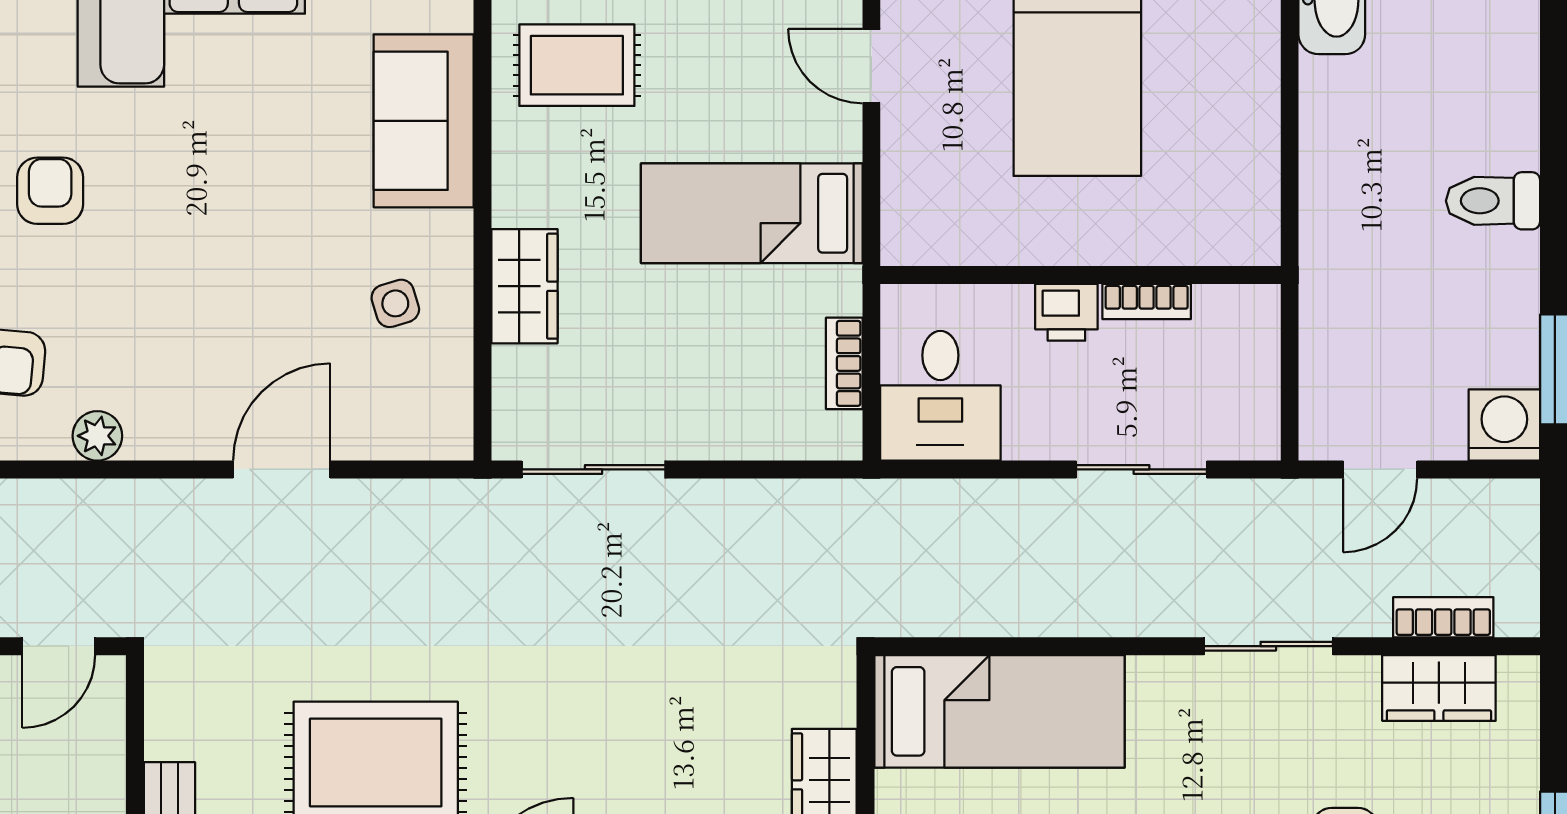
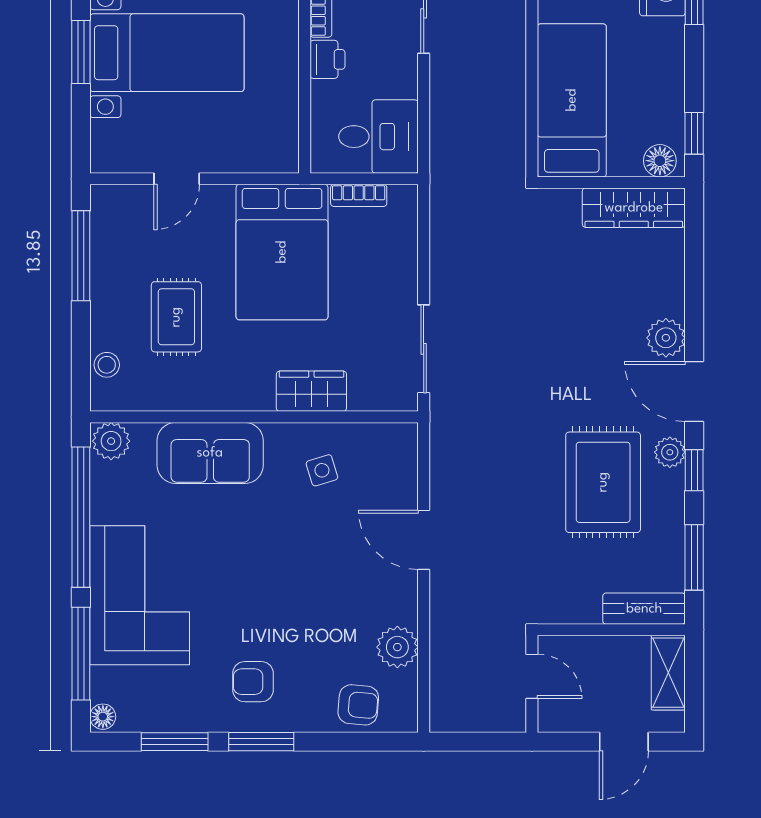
rug: (577, 65) -> (176, 317), moved
bed: (752, 213) -> (282, 252), width x1.50
plant: (97, 436) -> (397, 647), width x1.38, depth x1.38

